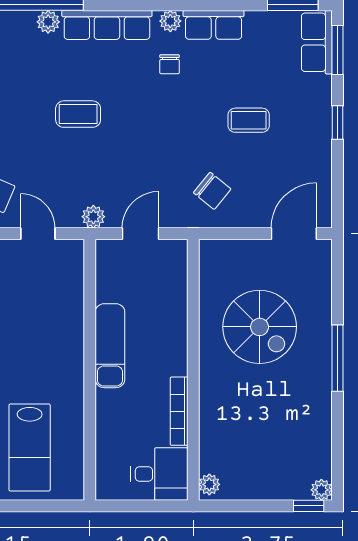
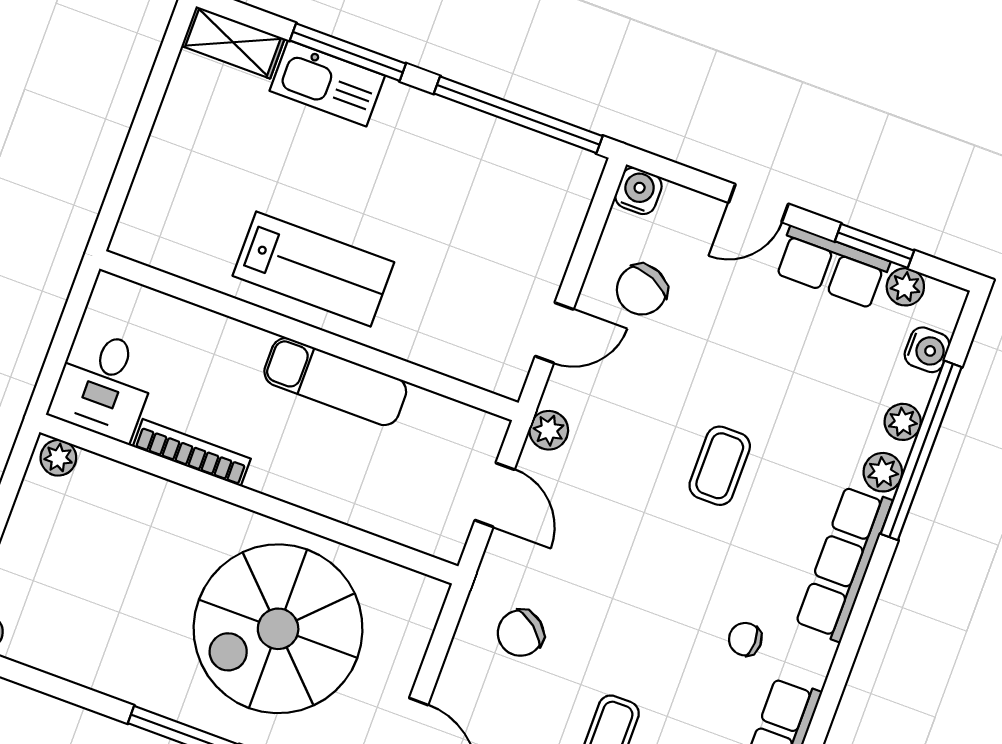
plant: (170, 21) -> (903, 422), moved
spiral stairs: (260, 327) -> (278, 629), width x1.37, depth x1.37
lab bench: (30, 447) -> (313, 269), moved, turned 180

